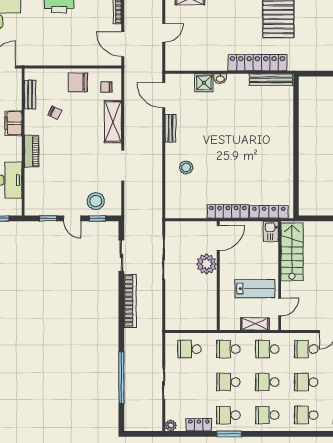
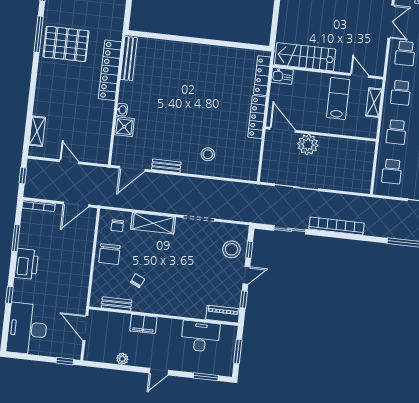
piano: (32, 151) -> (223, 314), moved

